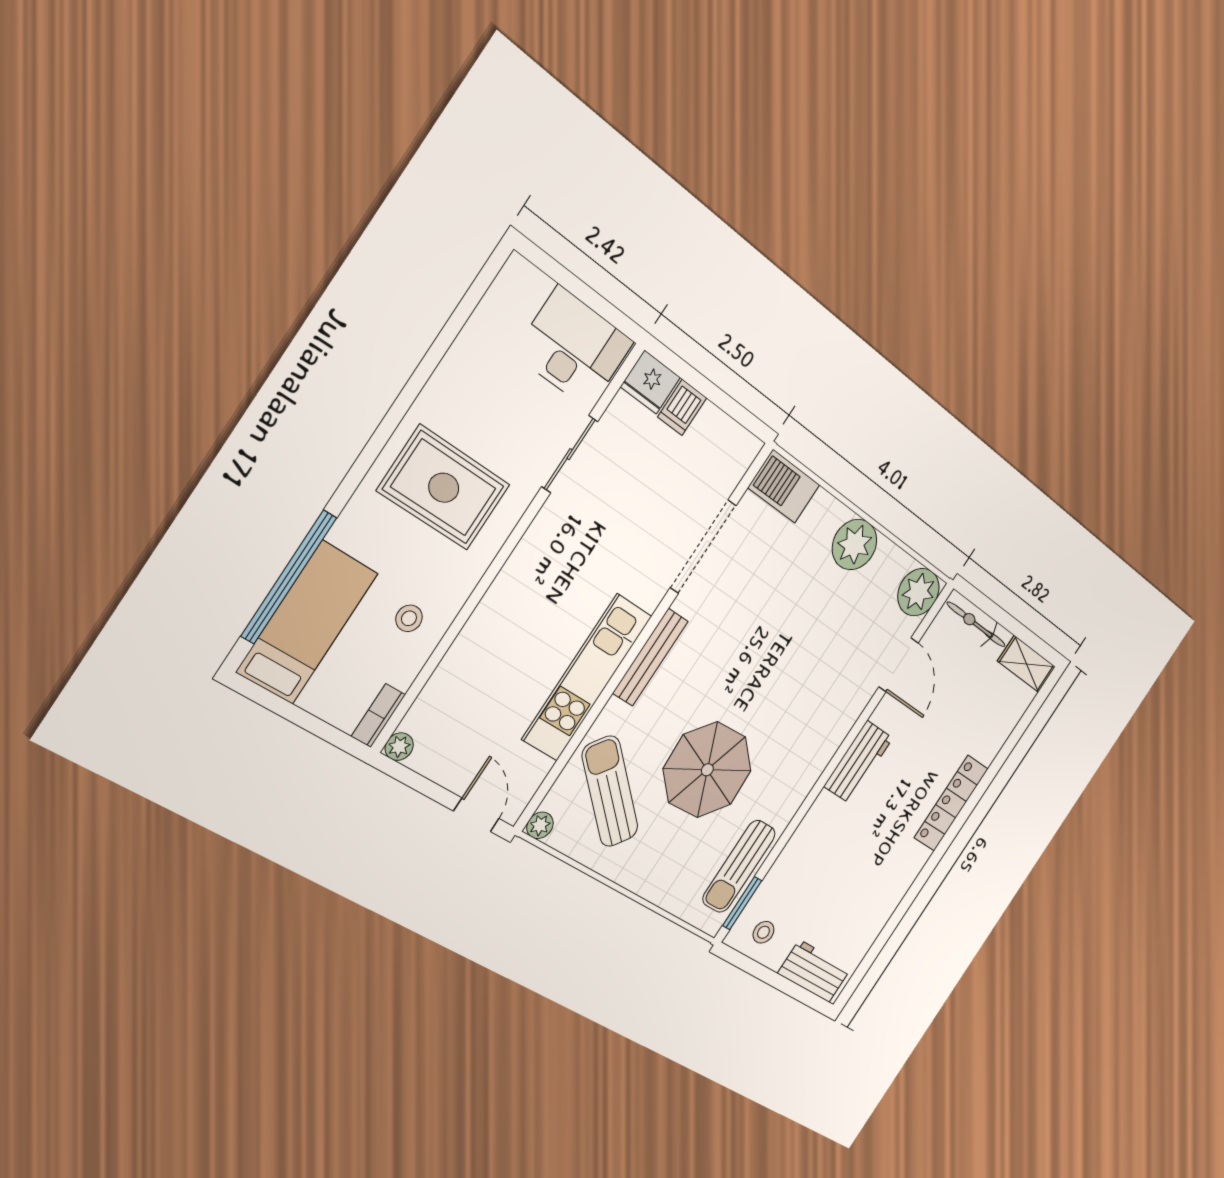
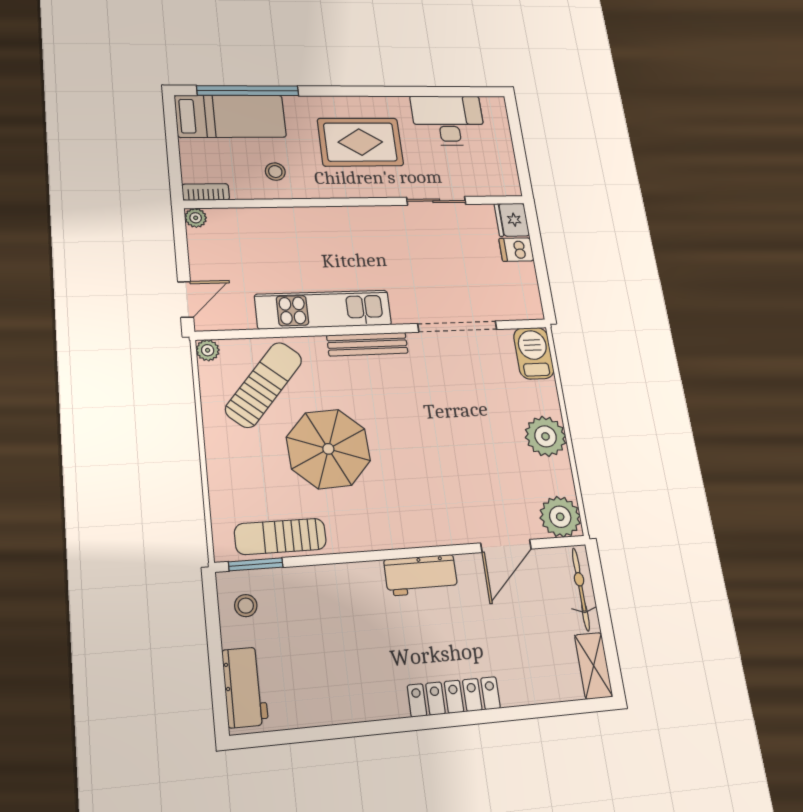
desk: (574, 348) -> (448, 120), moved, turned -90
rug: (444, 488) -> (360, 142), turned 90

